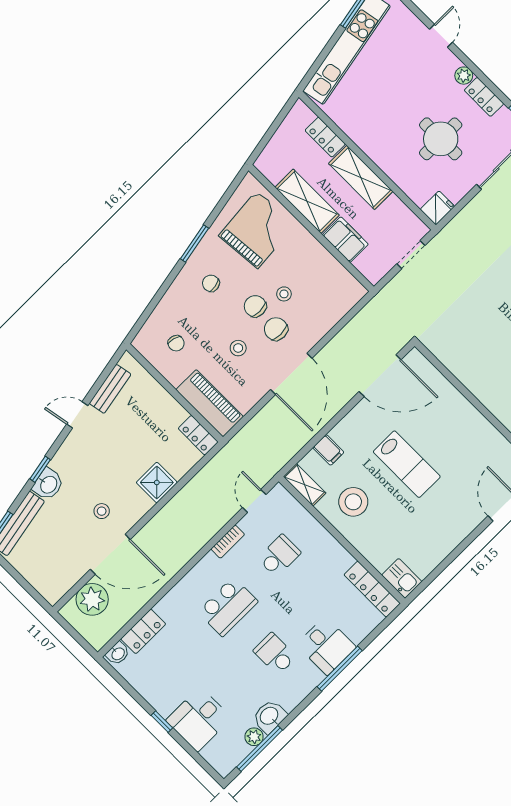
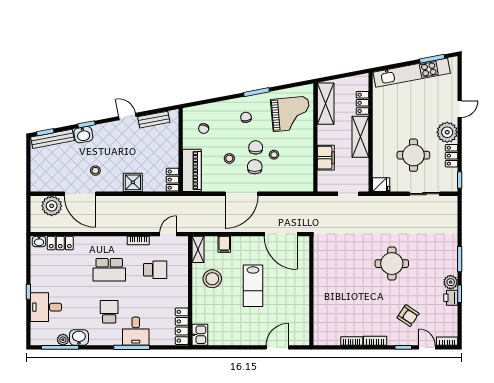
plant: (464, 76) -> (447, 132), width x1.88, depth x1.88
shelving: (307, 201) -> (326, 104), moved

